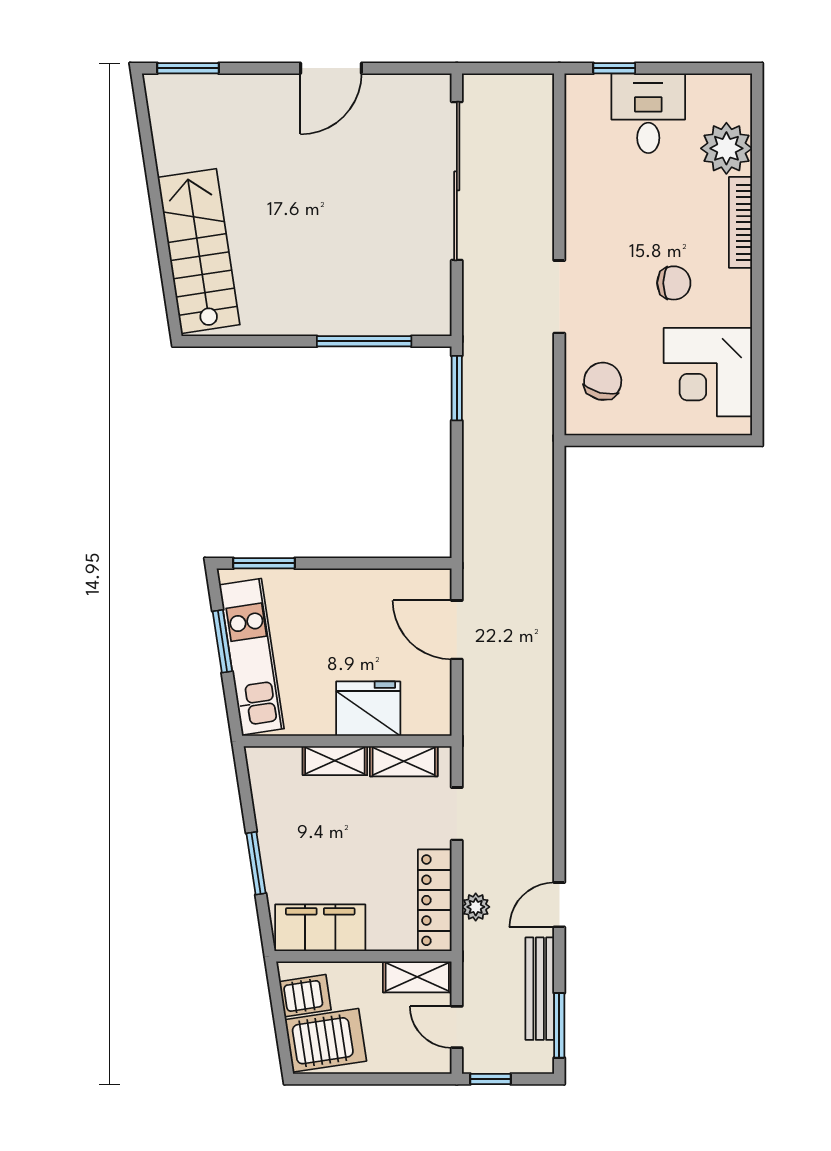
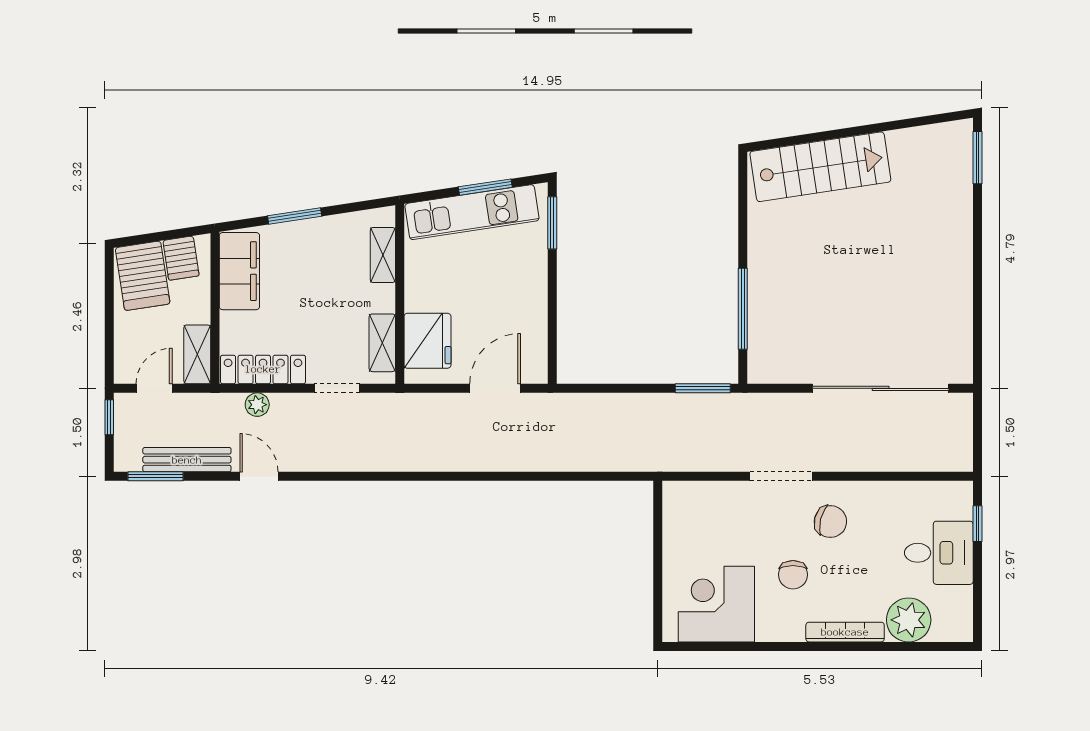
door: (331, 68) -> (977, 280), removed
chair: (603, 381) -> (830, 522), moved
fridge: (368, 709) -> (427, 341), moved
shelving: (335, 761) -> (383, 255), moved

